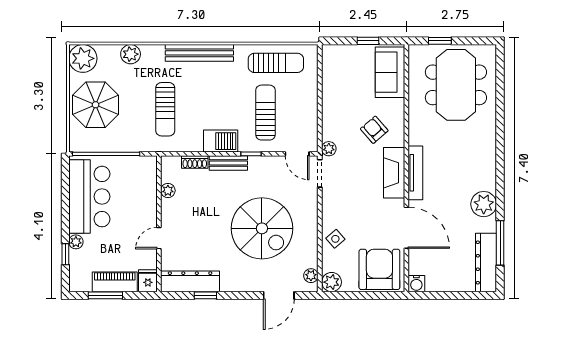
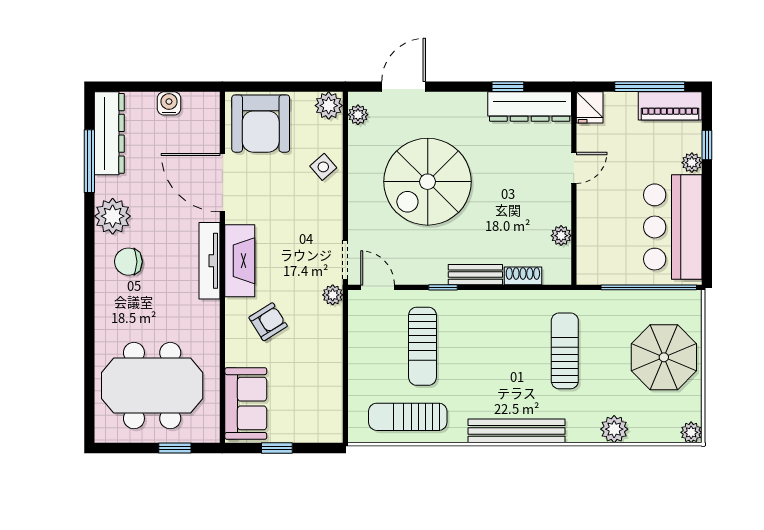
plant: (83, 58) -> (691, 432), width x0.53, depth x0.53
meeting table: (456, 85) -> (152, 386), turned 90
armchair: (374, 130) -> (268, 322), turned -81
barbecue: (221, 141) -> (486, 306), removed
chair: (473, 172) -> (128, 262), added
spiral stairs: (262, 228) -> (428, 182), turned -90
piano: (115, 282) -> (670, 106), moved
water cooler: (416, 284) -> (169, 103), moved
window: (105, 295) -> (650, 87), width x1.44

